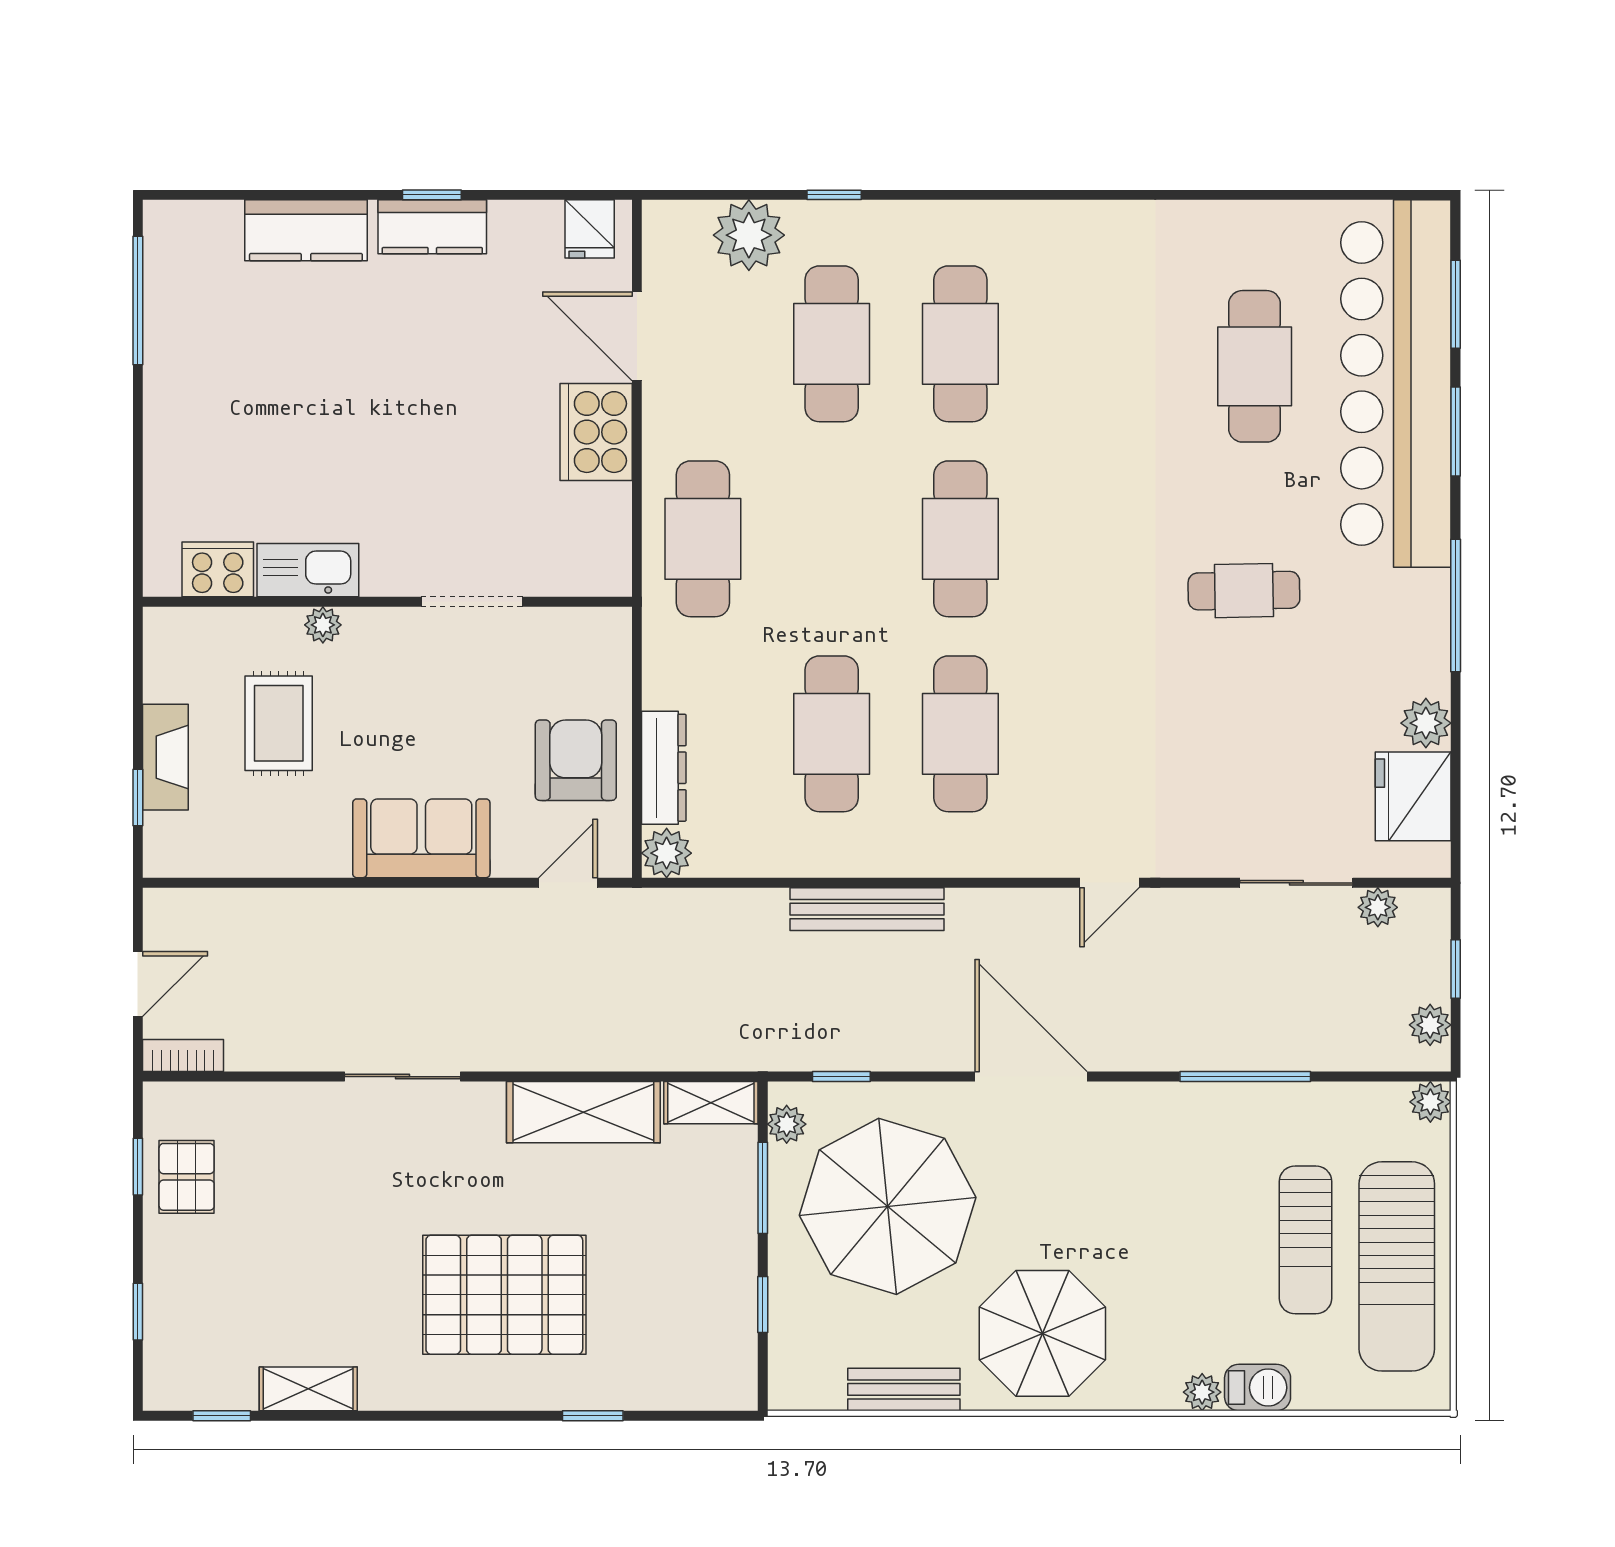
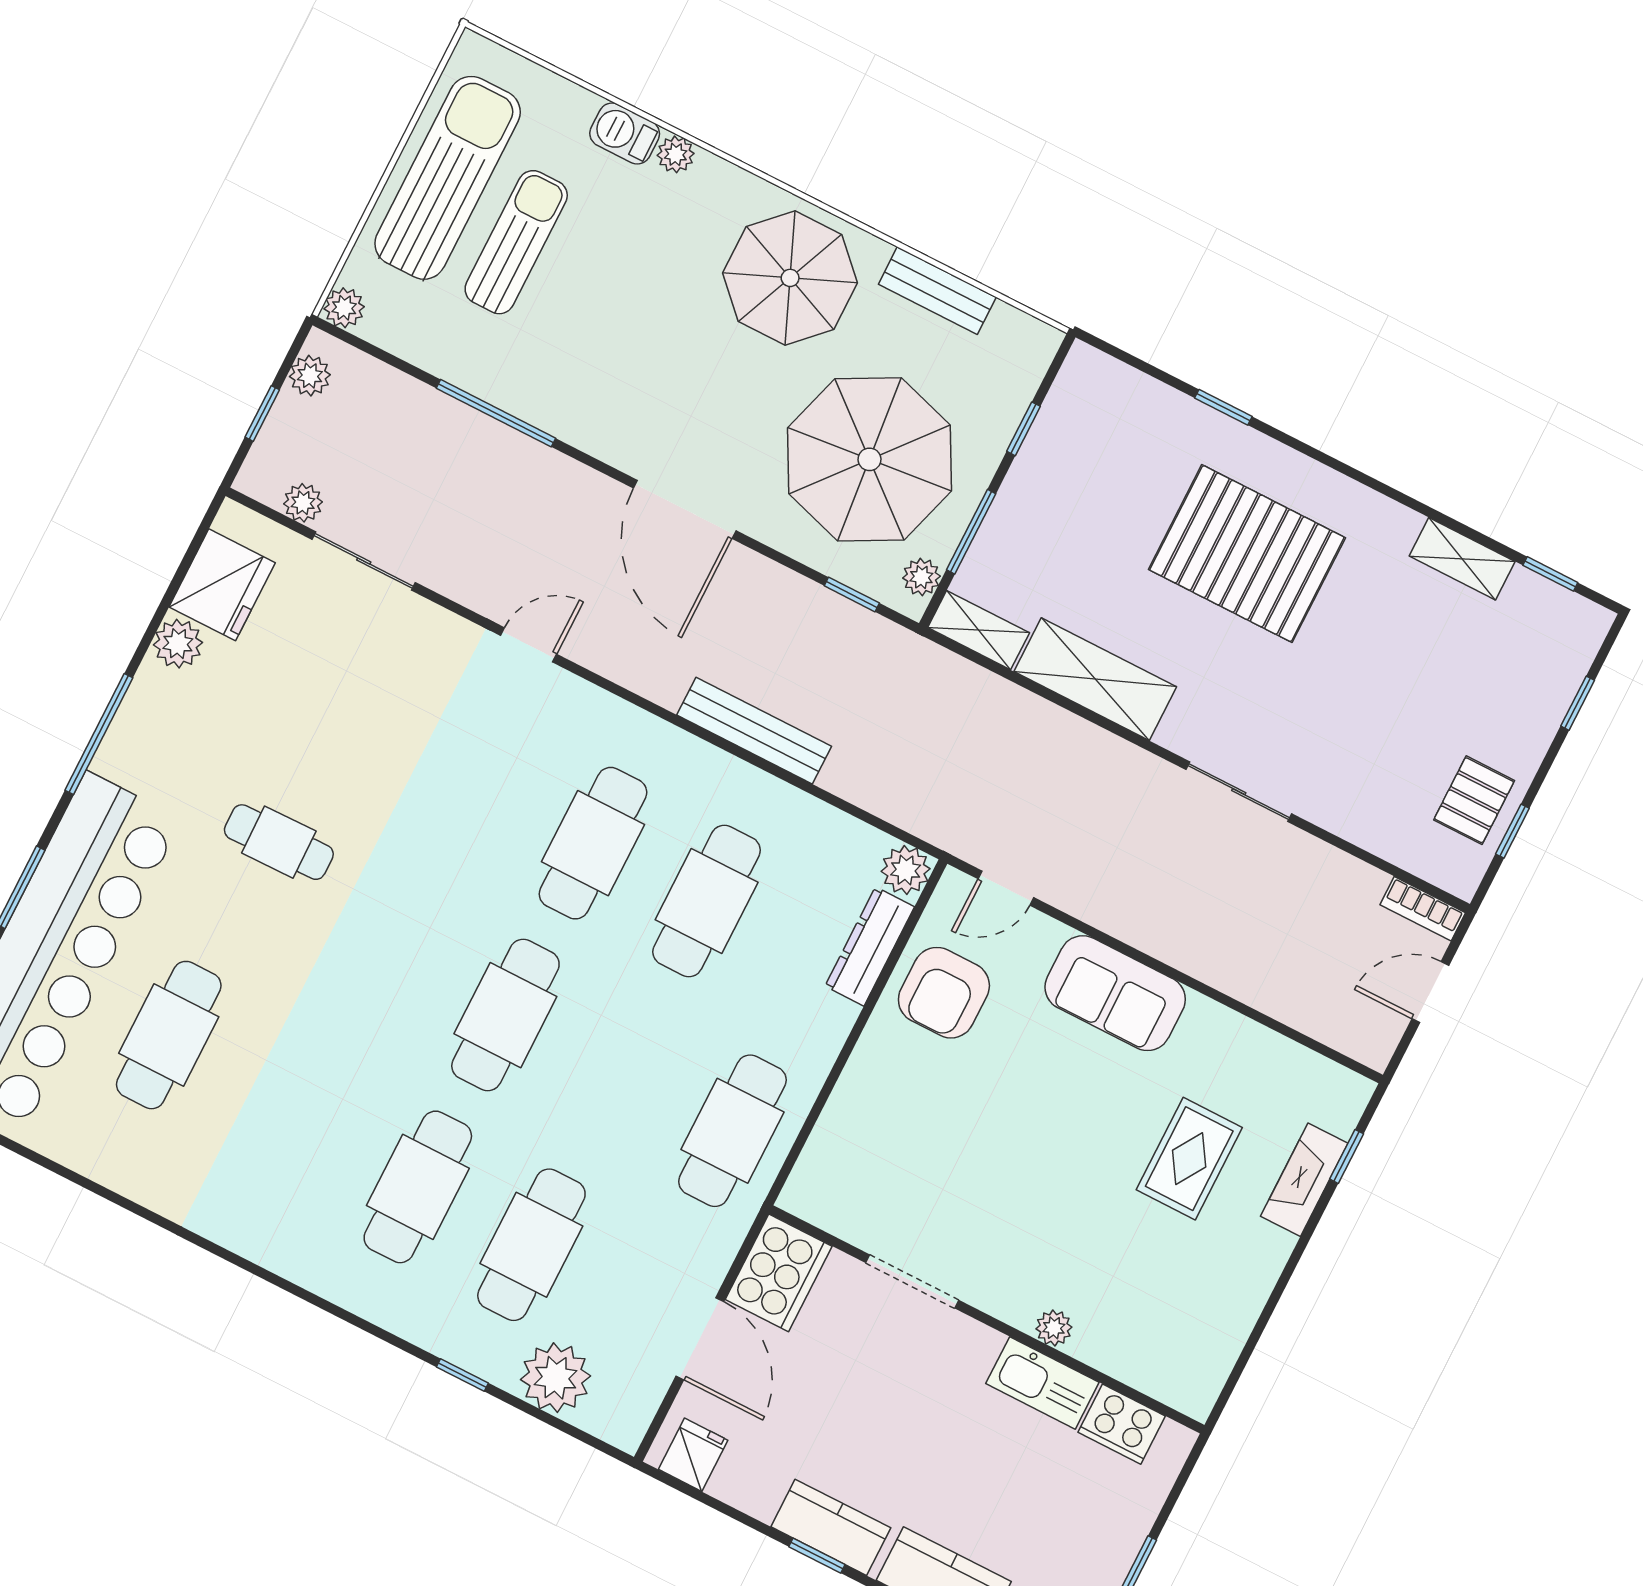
cooker: (218, 569) -> (1122, 1424), moved
kitchen sink: (308, 570) -> (1042, 1383), moved
wall: (387, 602) -> (987, 1319), moved
doorway: (472, 602) -> (912, 1281), moved
plant: (323, 625) -> (1054, 1328), moved

